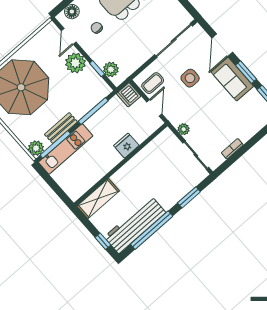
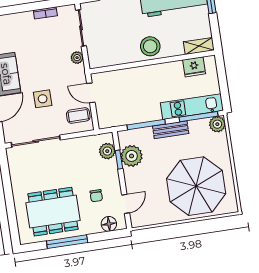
plant: (75, 63) -> (132, 156), moved
dishwasher: (129, 95) -> (106, 119), removed
door: (154, 108) -> (91, 93), hinge flipped
bench: (61, 128) -> (171, 130), moved
fridge: (126, 146) -> (194, 67), moved
stool: (130, 176) -> (150, 46), added
shelving: (98, 198) -> (199, 46), width x0.67, depth x0.75

